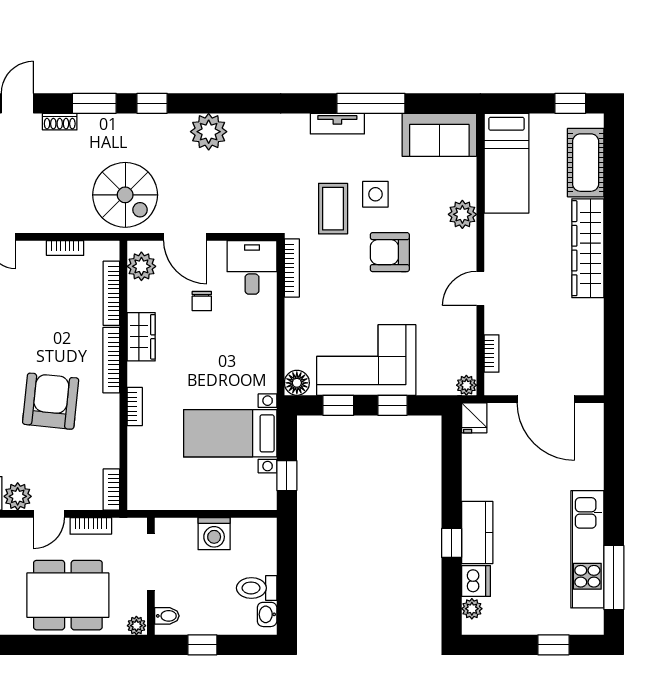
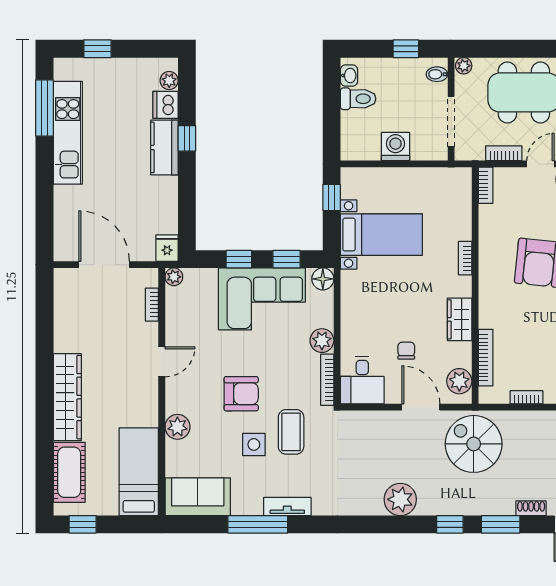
plant: (298, 313) -> (322, 341), added
bookcase: (111, 360) -> (486, 299), removed

